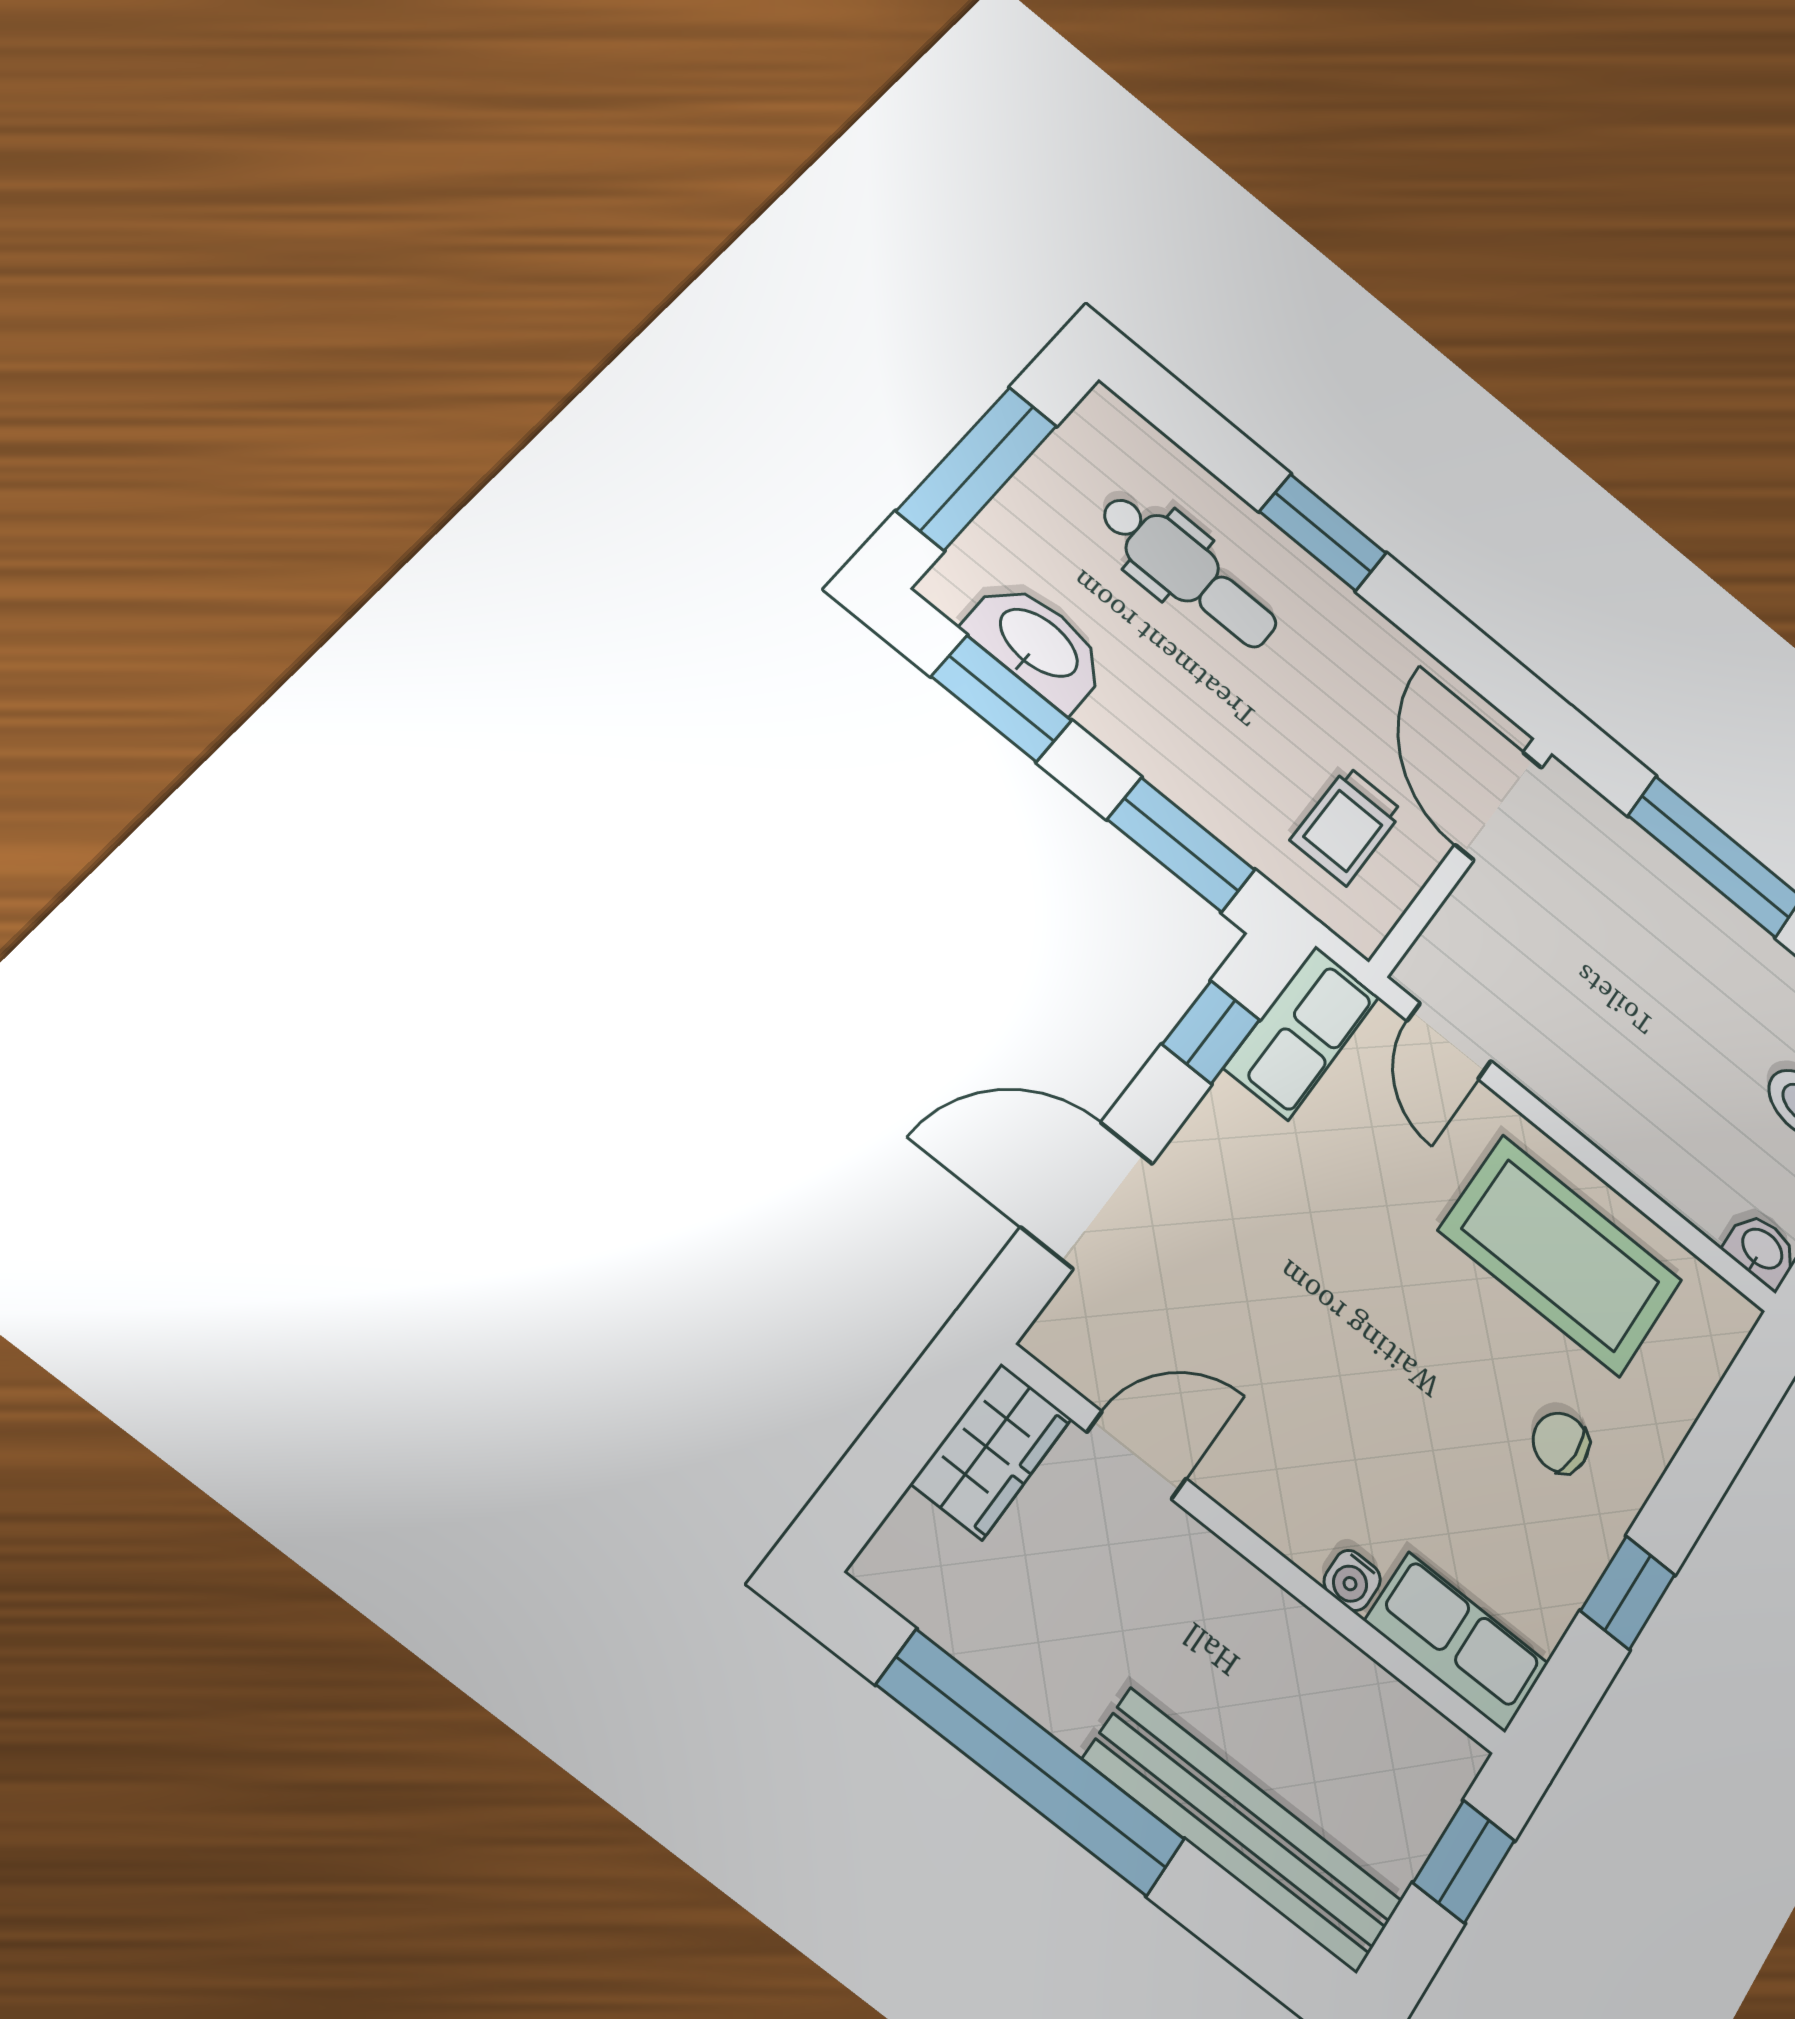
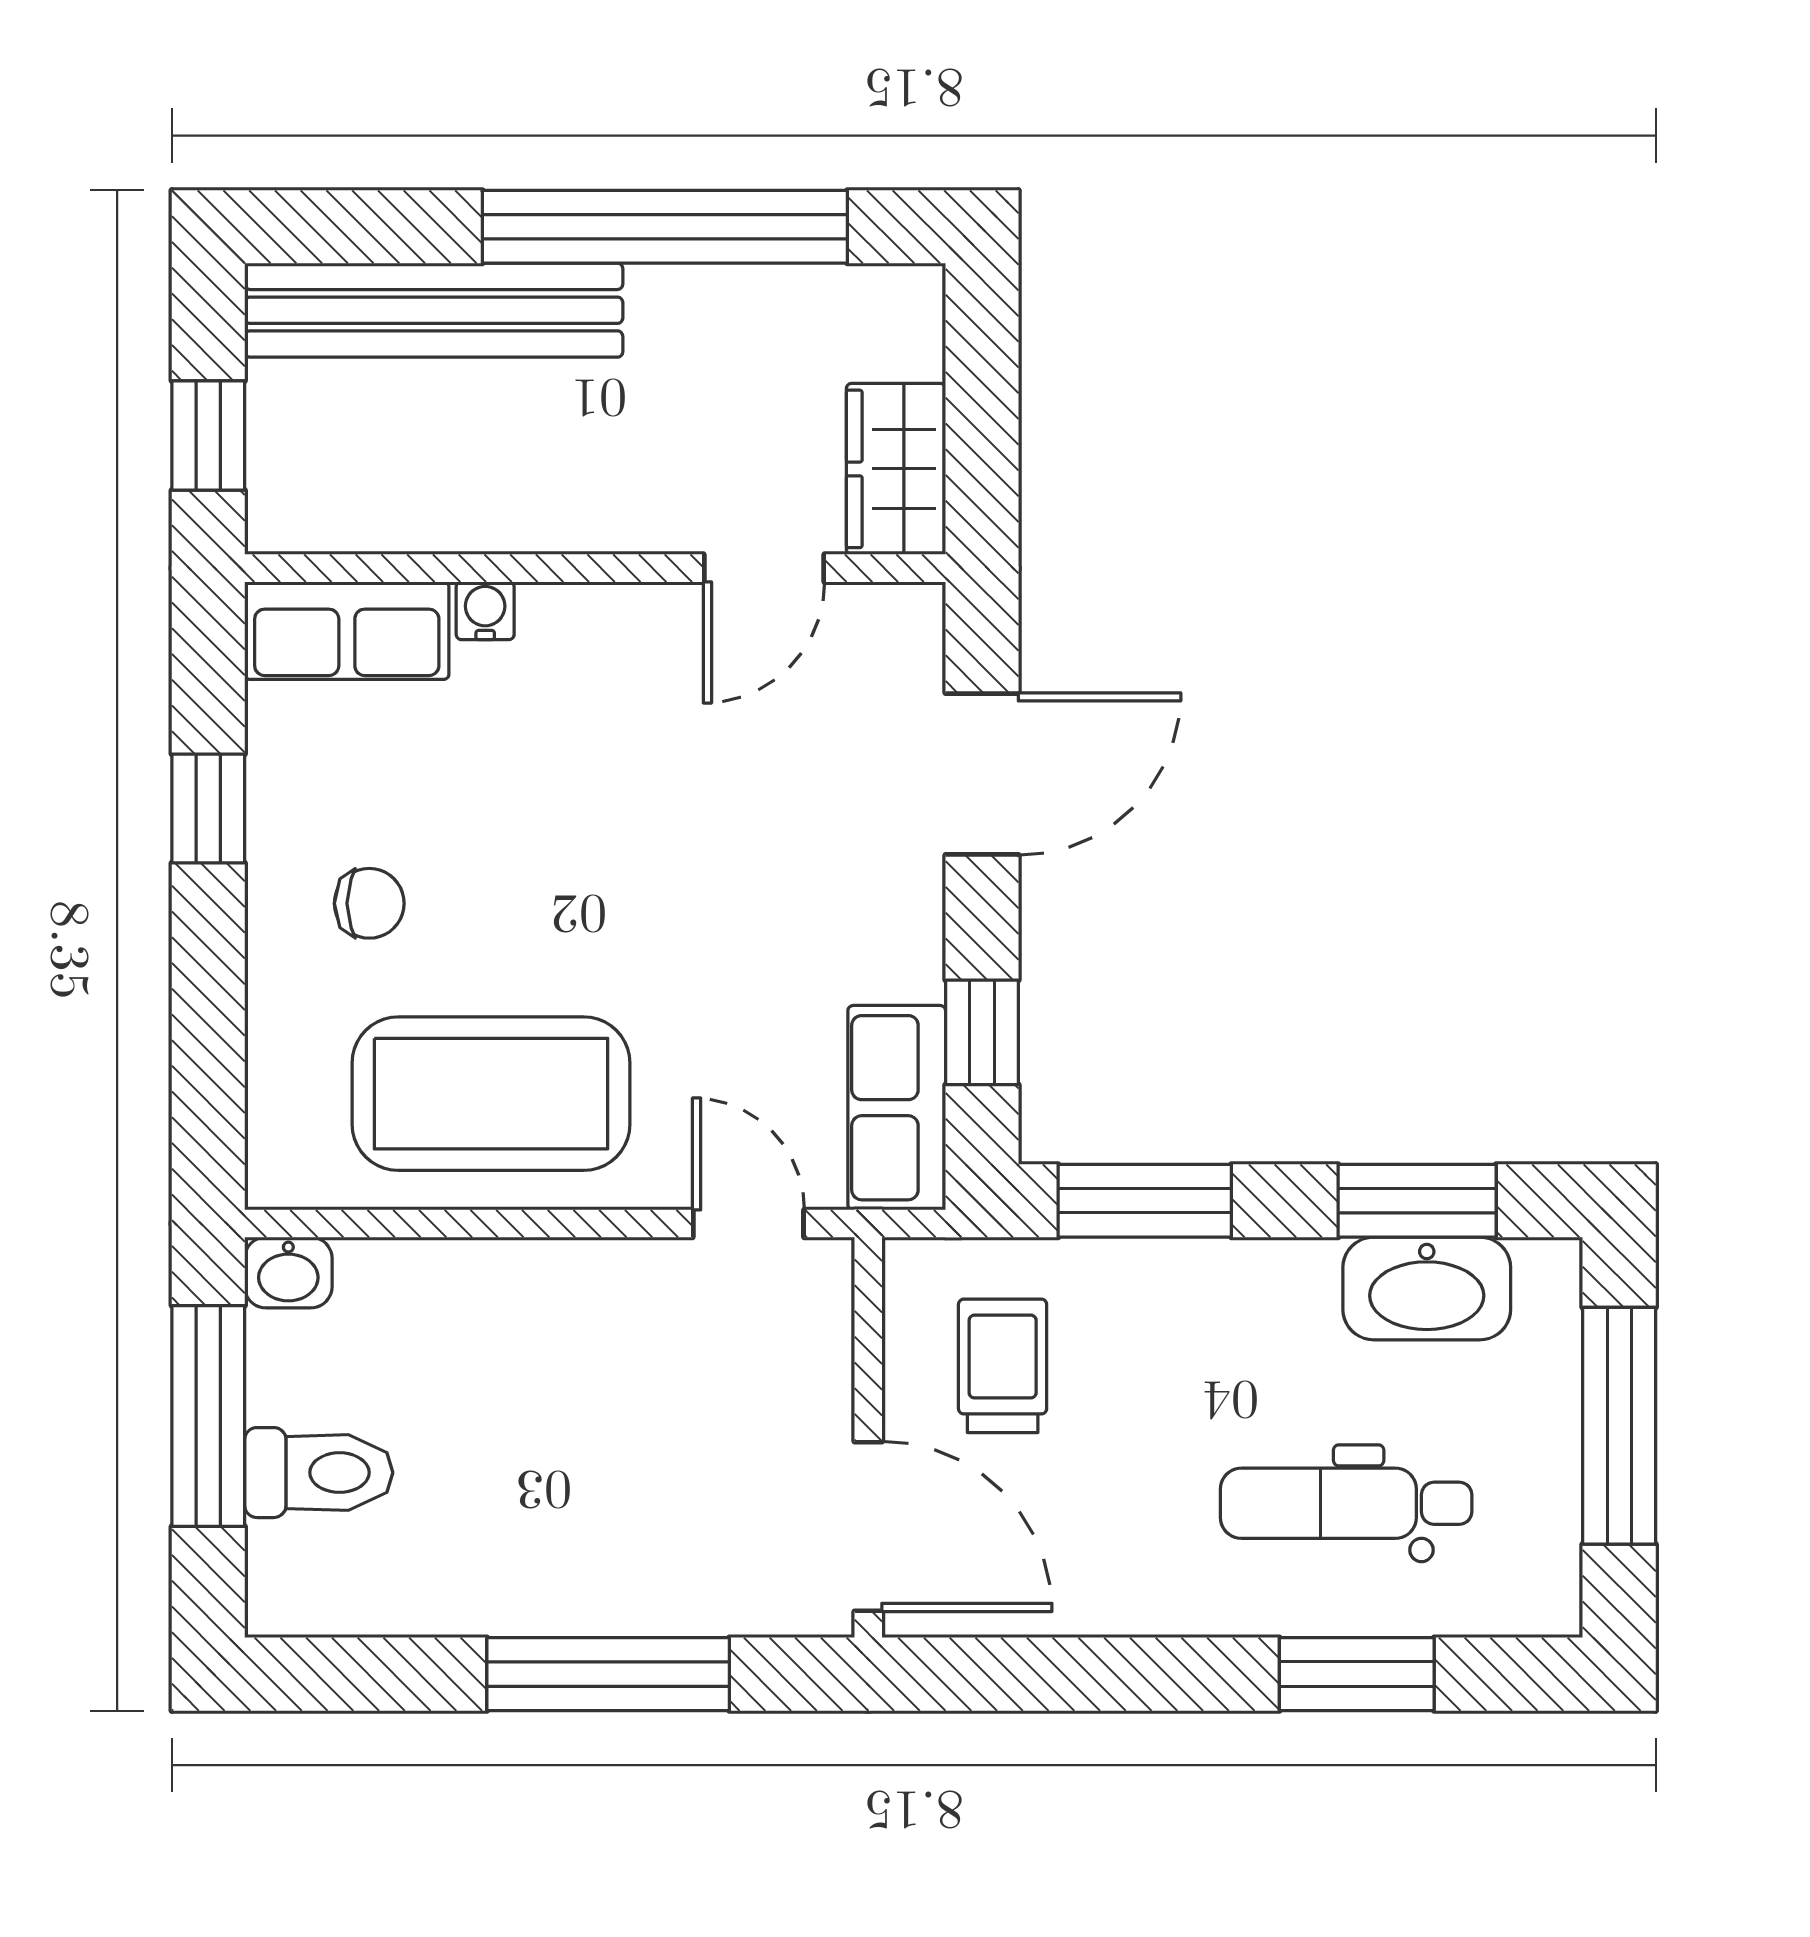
window: (1323, 532) -> (1357, 1674), moved

